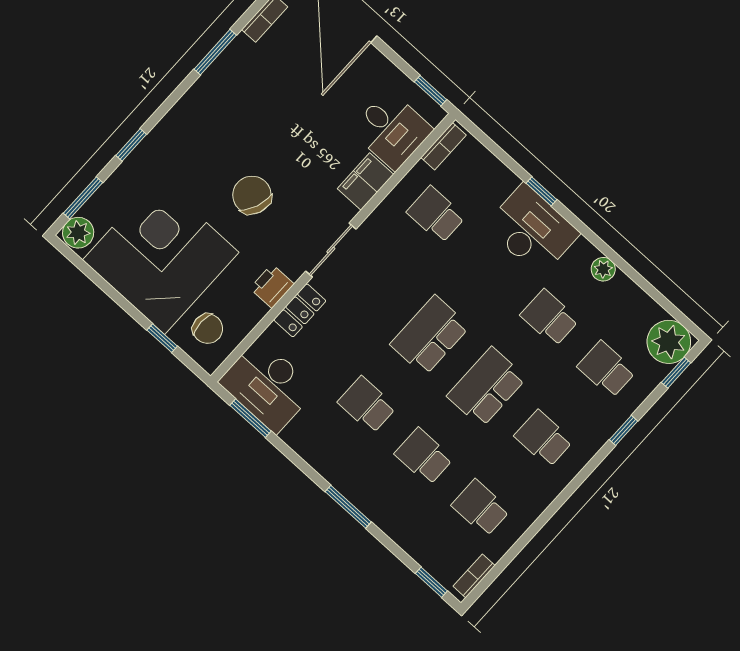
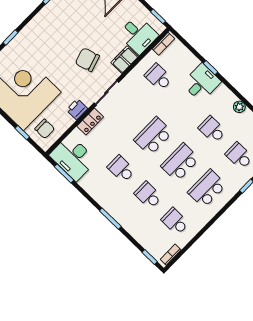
chair: (252, 195) -> (87, 60), moved, turned -38
desk: (532, 230) -> (201, 83), width x0.73
school desk: (543, 439) -> (207, 189), width x1.85

